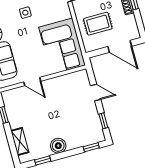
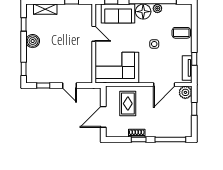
door: (32, 82) -> (94, 34), swing flipped
door: (96, 92) -> (69, 86), hinge flipped

